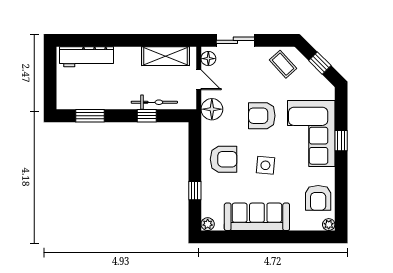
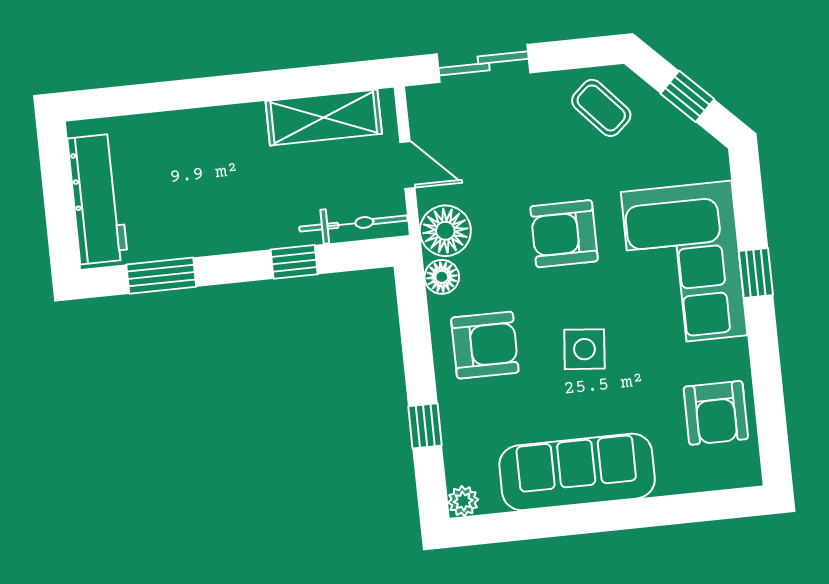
workbench: (87, 57) -> (98, 199), moved, turned -90
floor lamp: (208, 59) -> (442, 277), moved
bicycle: (154, 102) -> (353, 224), moved
plant: (329, 225) -> (747, 473), removed

